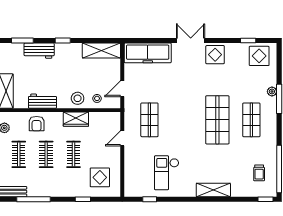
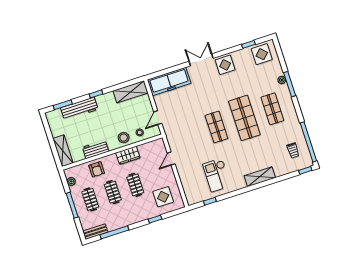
workbench: (39, 51) -> (79, 109), width x1.38
shop shelf: (149, 120) -> (216, 127), moved

